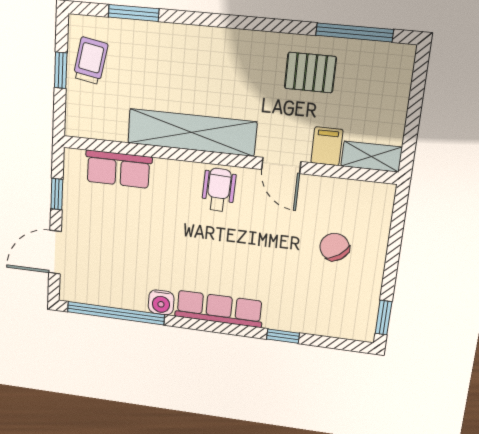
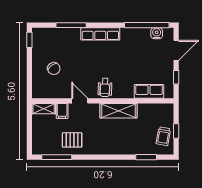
shelving: (192, 132) -> (118, 111), width x0.68
water cooler: (161, 302) -> (157, 33), moved
window: (283, 336) -> (71, 25), width x2.17

